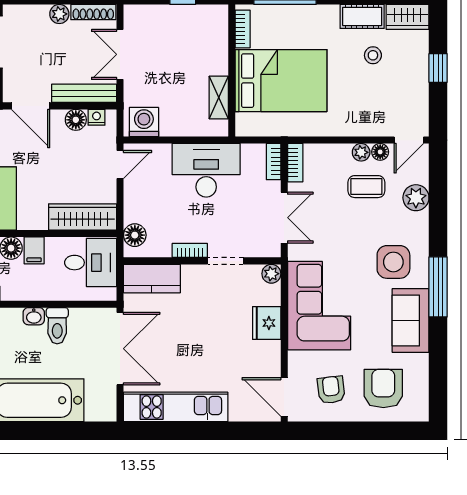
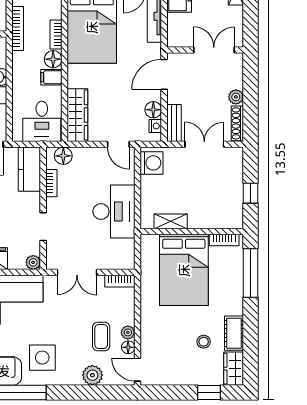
window: (438, 68) -> (209, 392), moved
bench: (84, 93) -> (174, 123), width x0.73
bookcase: (274, 162) -> (121, 264), removed
bookcase: (190, 250) -> (51, 183), moved

